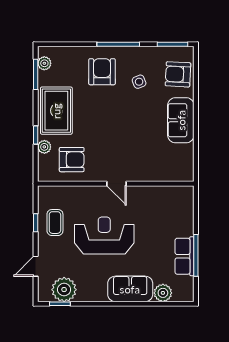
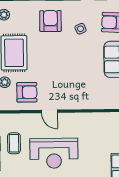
door: (117, 184) -> (49, 111), moved
reception desk: (104, 236) -> (54, 153), turned 180

